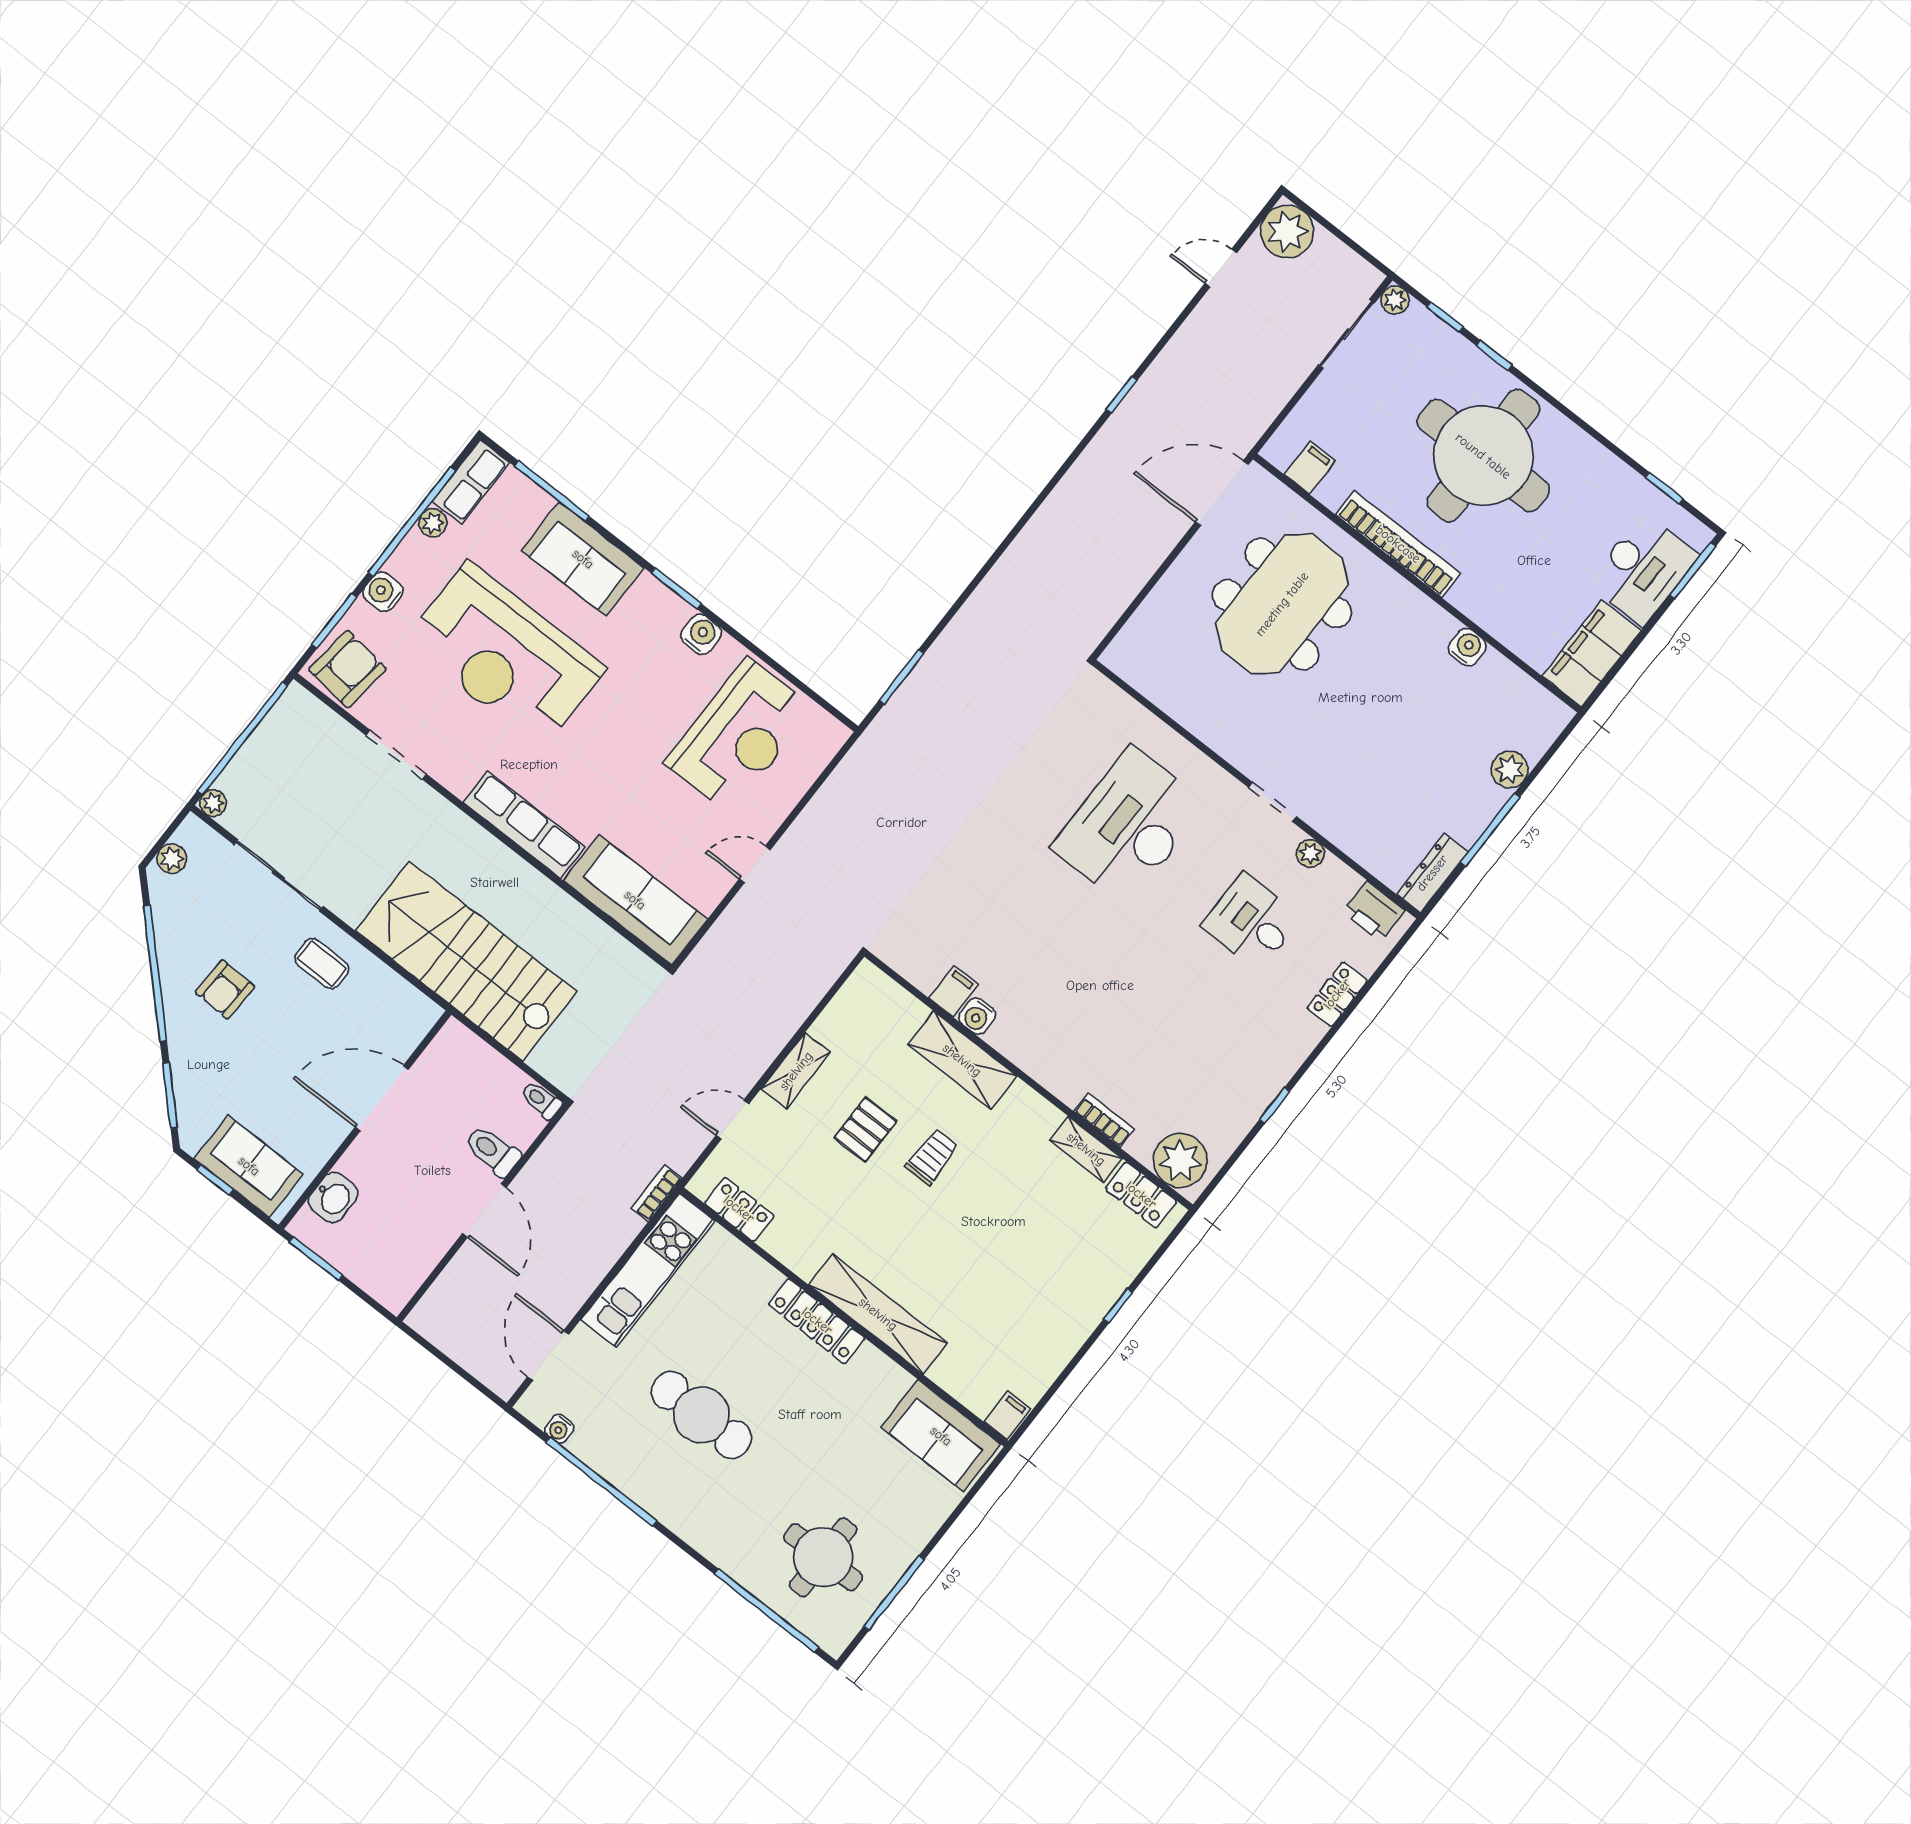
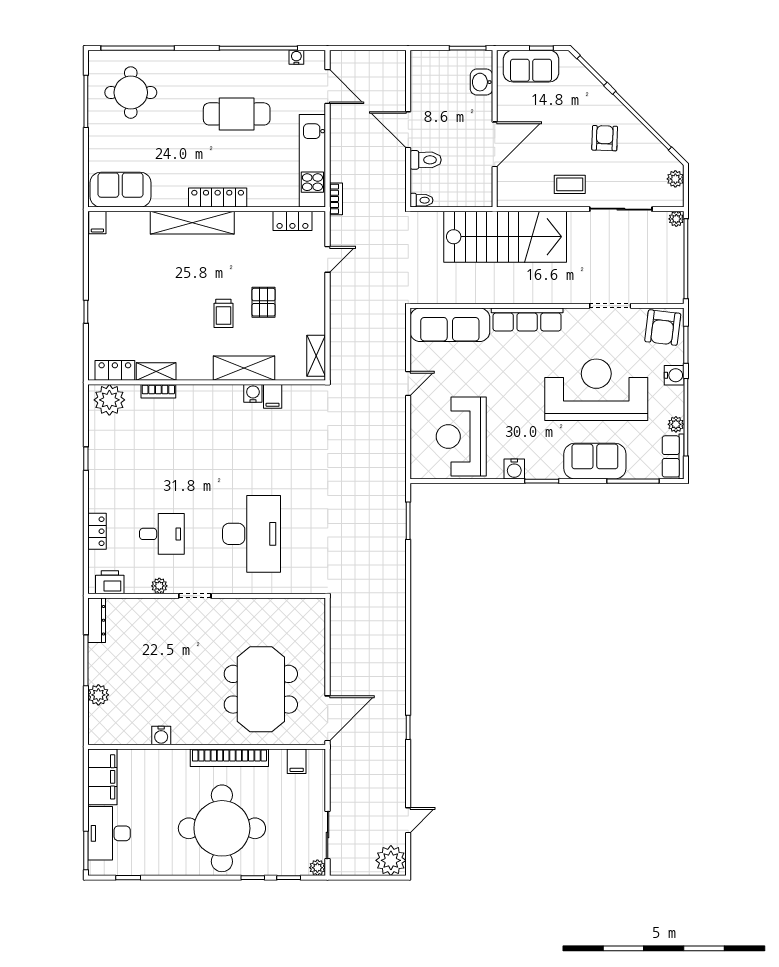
shelving: (796, 1071) -> (316, 356), moved

